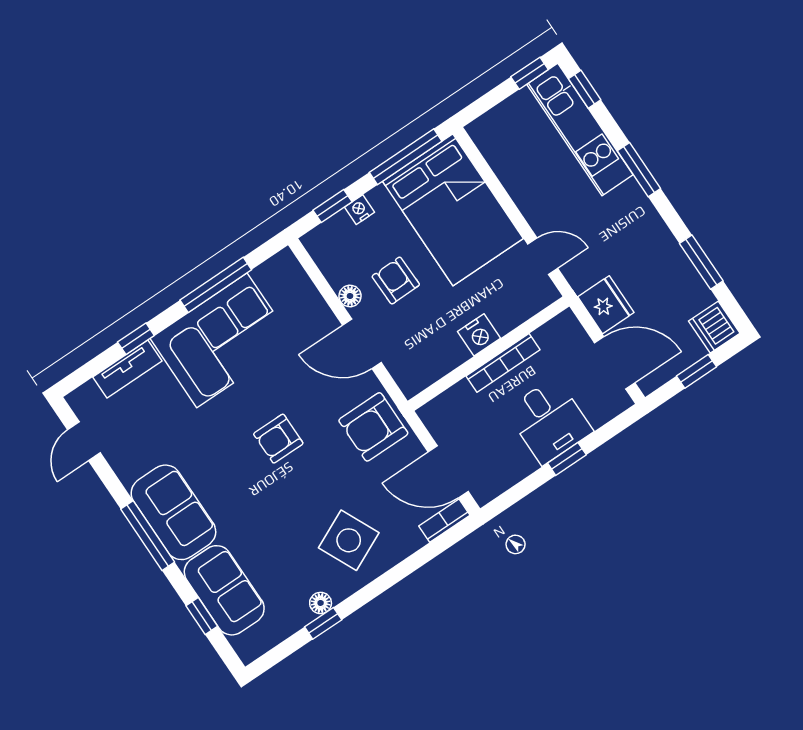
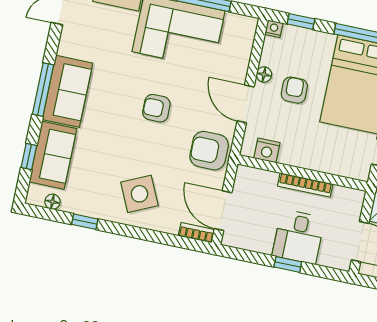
nightstand: (360, 210) -> (274, 29), moved
nightstand: (479, 335) -> (267, 150), moved
floor lamp: (321, 603) -> (52, 202), moved

